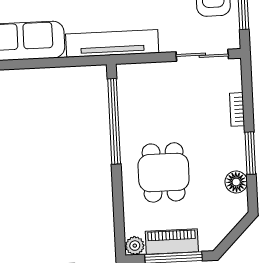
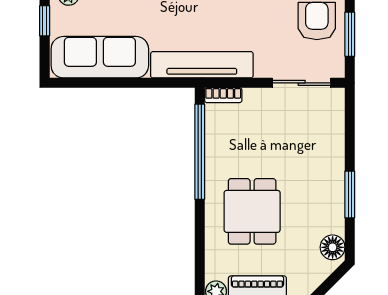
bookcase: (237, 109) -> (223, 95), moved, turned -90
floor lamp: (236, 182) -> (333, 247), moved

